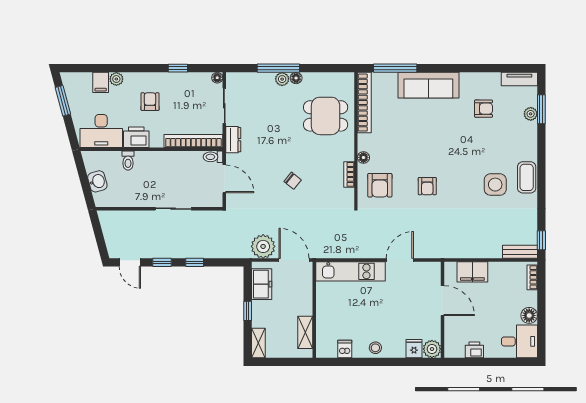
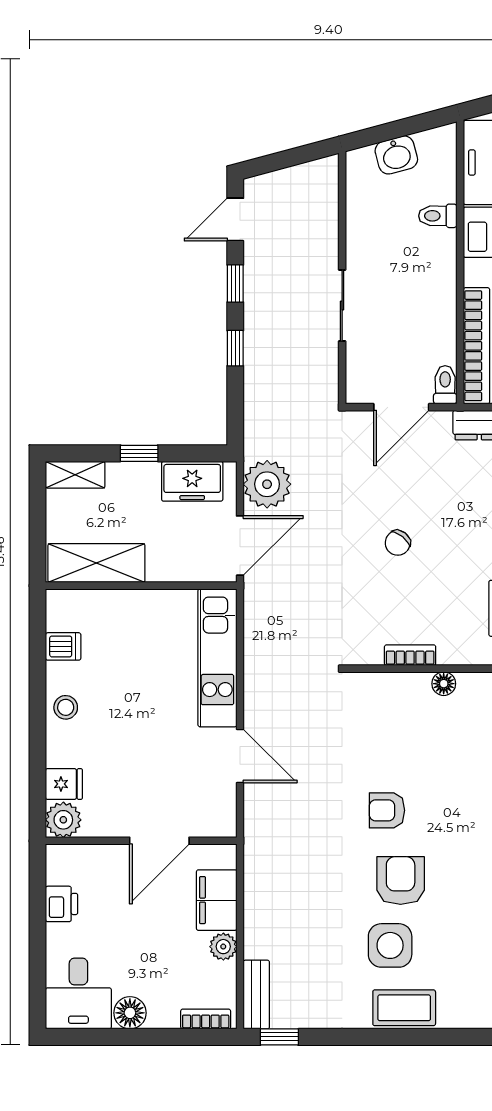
armchair: (380, 185) -> (401, 880), moved, turned 90
plant: (496, 268) -> (223, 947), added
shelving: (305, 332) -> (96, 563), width x1.50, depth x1.33

